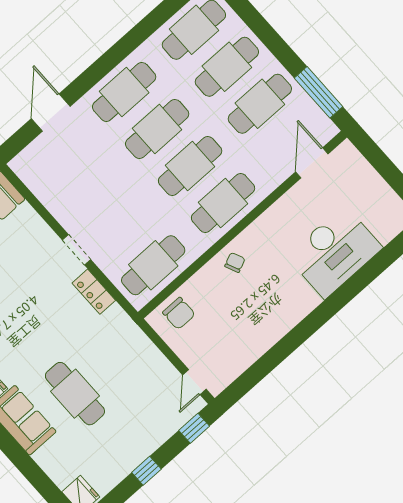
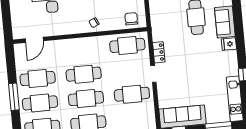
window: (318, 92) -> (14, 97), moved
cafe table: (223, 203) -> (132, 94), moved

